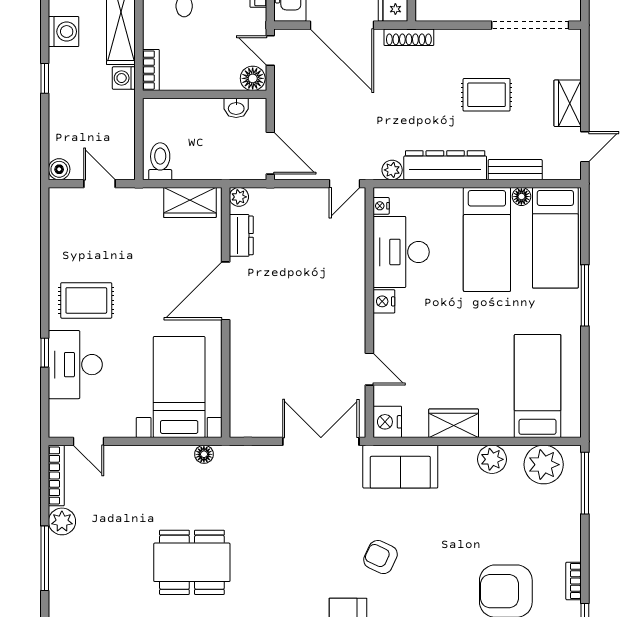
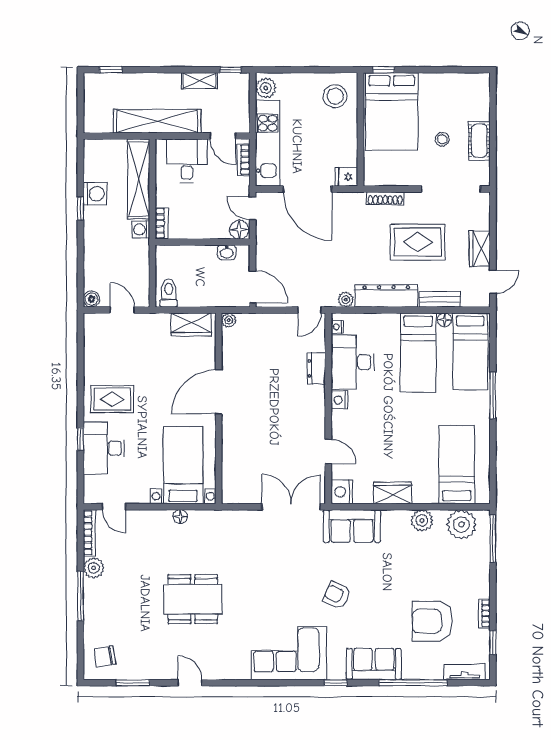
shoe rack: (409, 37) -> (385, 198), moved
window: (45, 78) -> (81, 208), moved
rug: (487, 95) -> (418, 242), width x1.36, depth x1.43
dresser: (241, 235) -> (316, 368), moved, turned 180
floor lamp: (204, 454) -> (180, 517), moved

